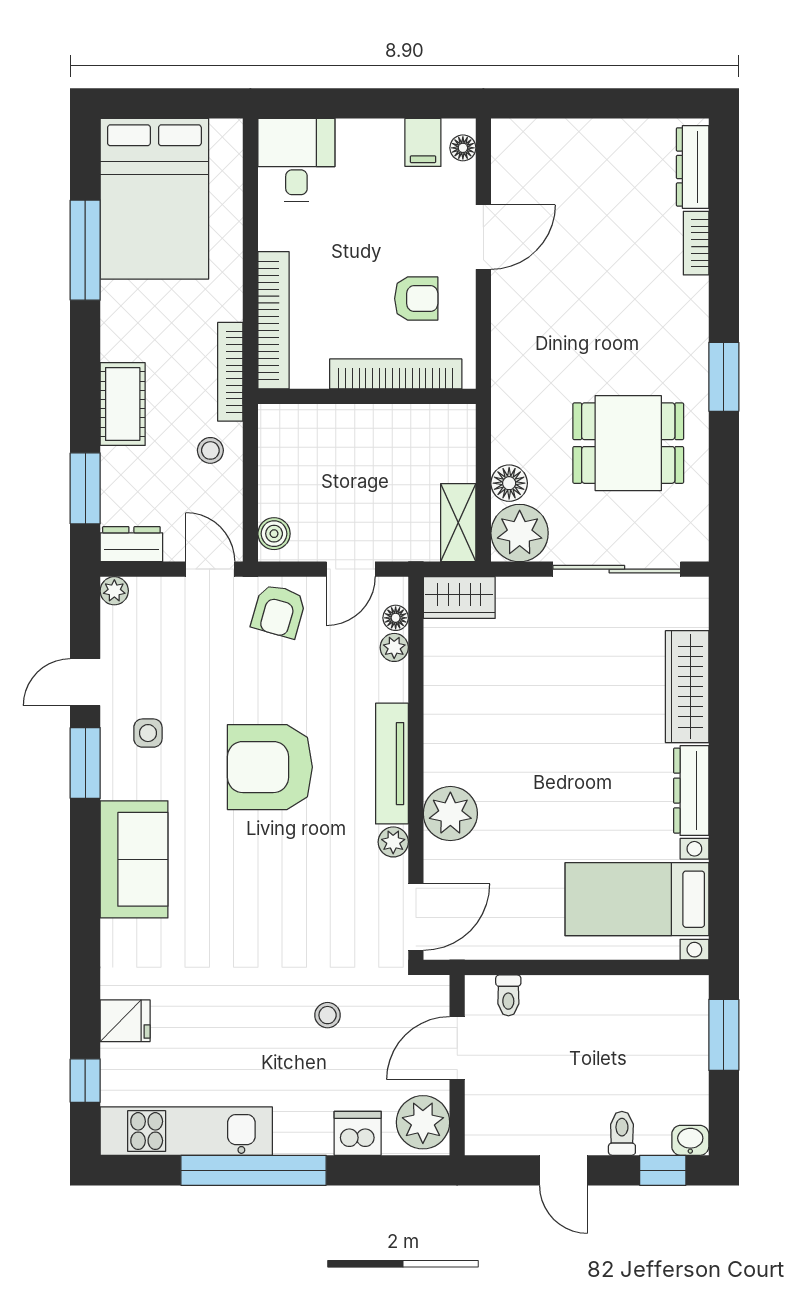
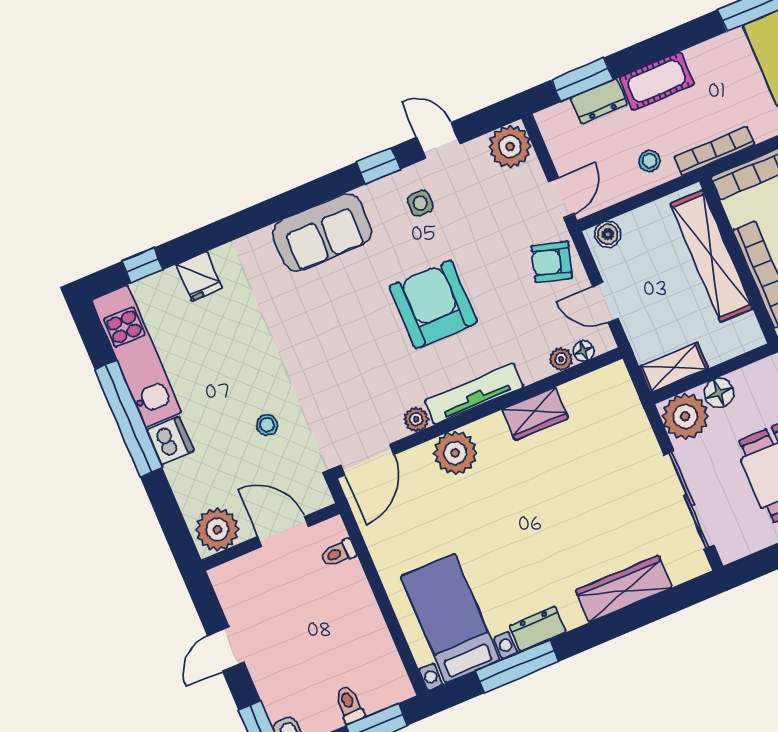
shelving: (349, 426) -> (711, 256), added
dresser: (131, 544) -> (599, 101), moved, turned 90
plant: (114, 591) -> (510, 146), width x1.87, depth x1.87
wardrobe: (459, 598) -> (535, 414), moved, turned -90
window: (85, 763) -> (378, 166), width x0.67
dresser: (691, 791) -> (538, 629), width x0.70
window: (724, 846) -> (517, 666), added
door: (416, 917) -> (367, 460), hinge flipped
dishwasher: (358, 1133) -> (170, 441), moved
toilet: (622, 1133) -> (349, 705), moved, turned -90

